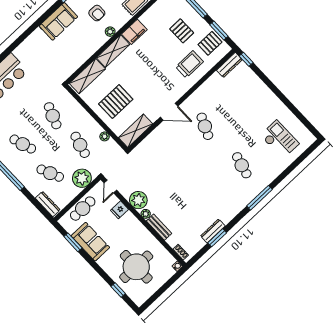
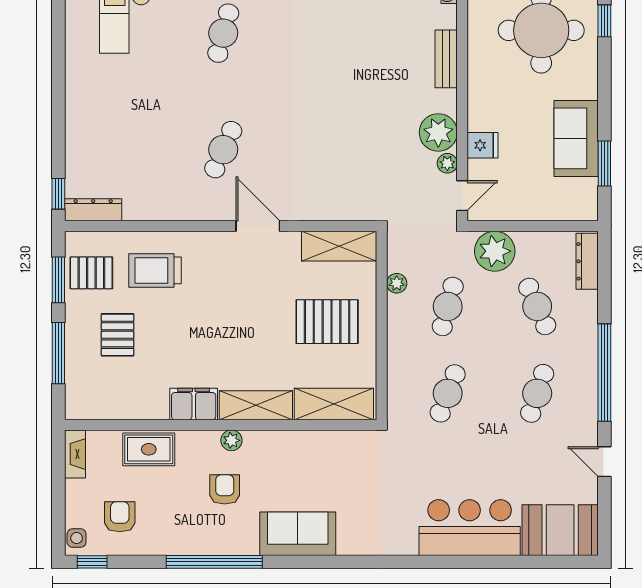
cafe table: (23, 144) -> (537, 393), turned 36
cafe table: (83, 209) -> (539, 202), removed
plant: (146, 214) -> (447, 163), moved

